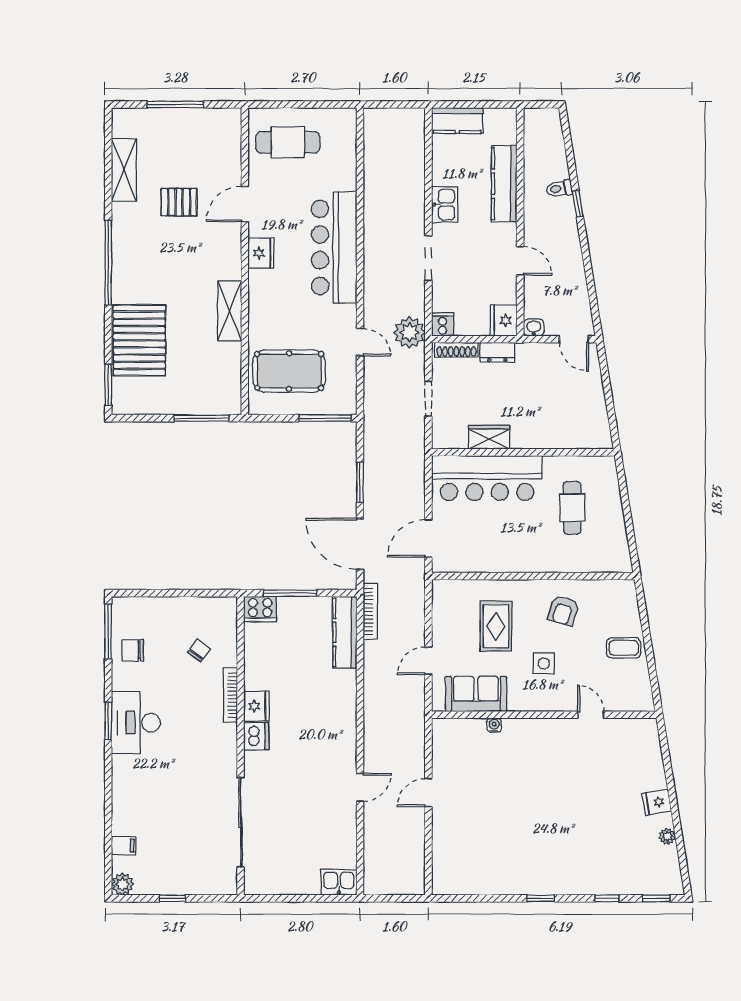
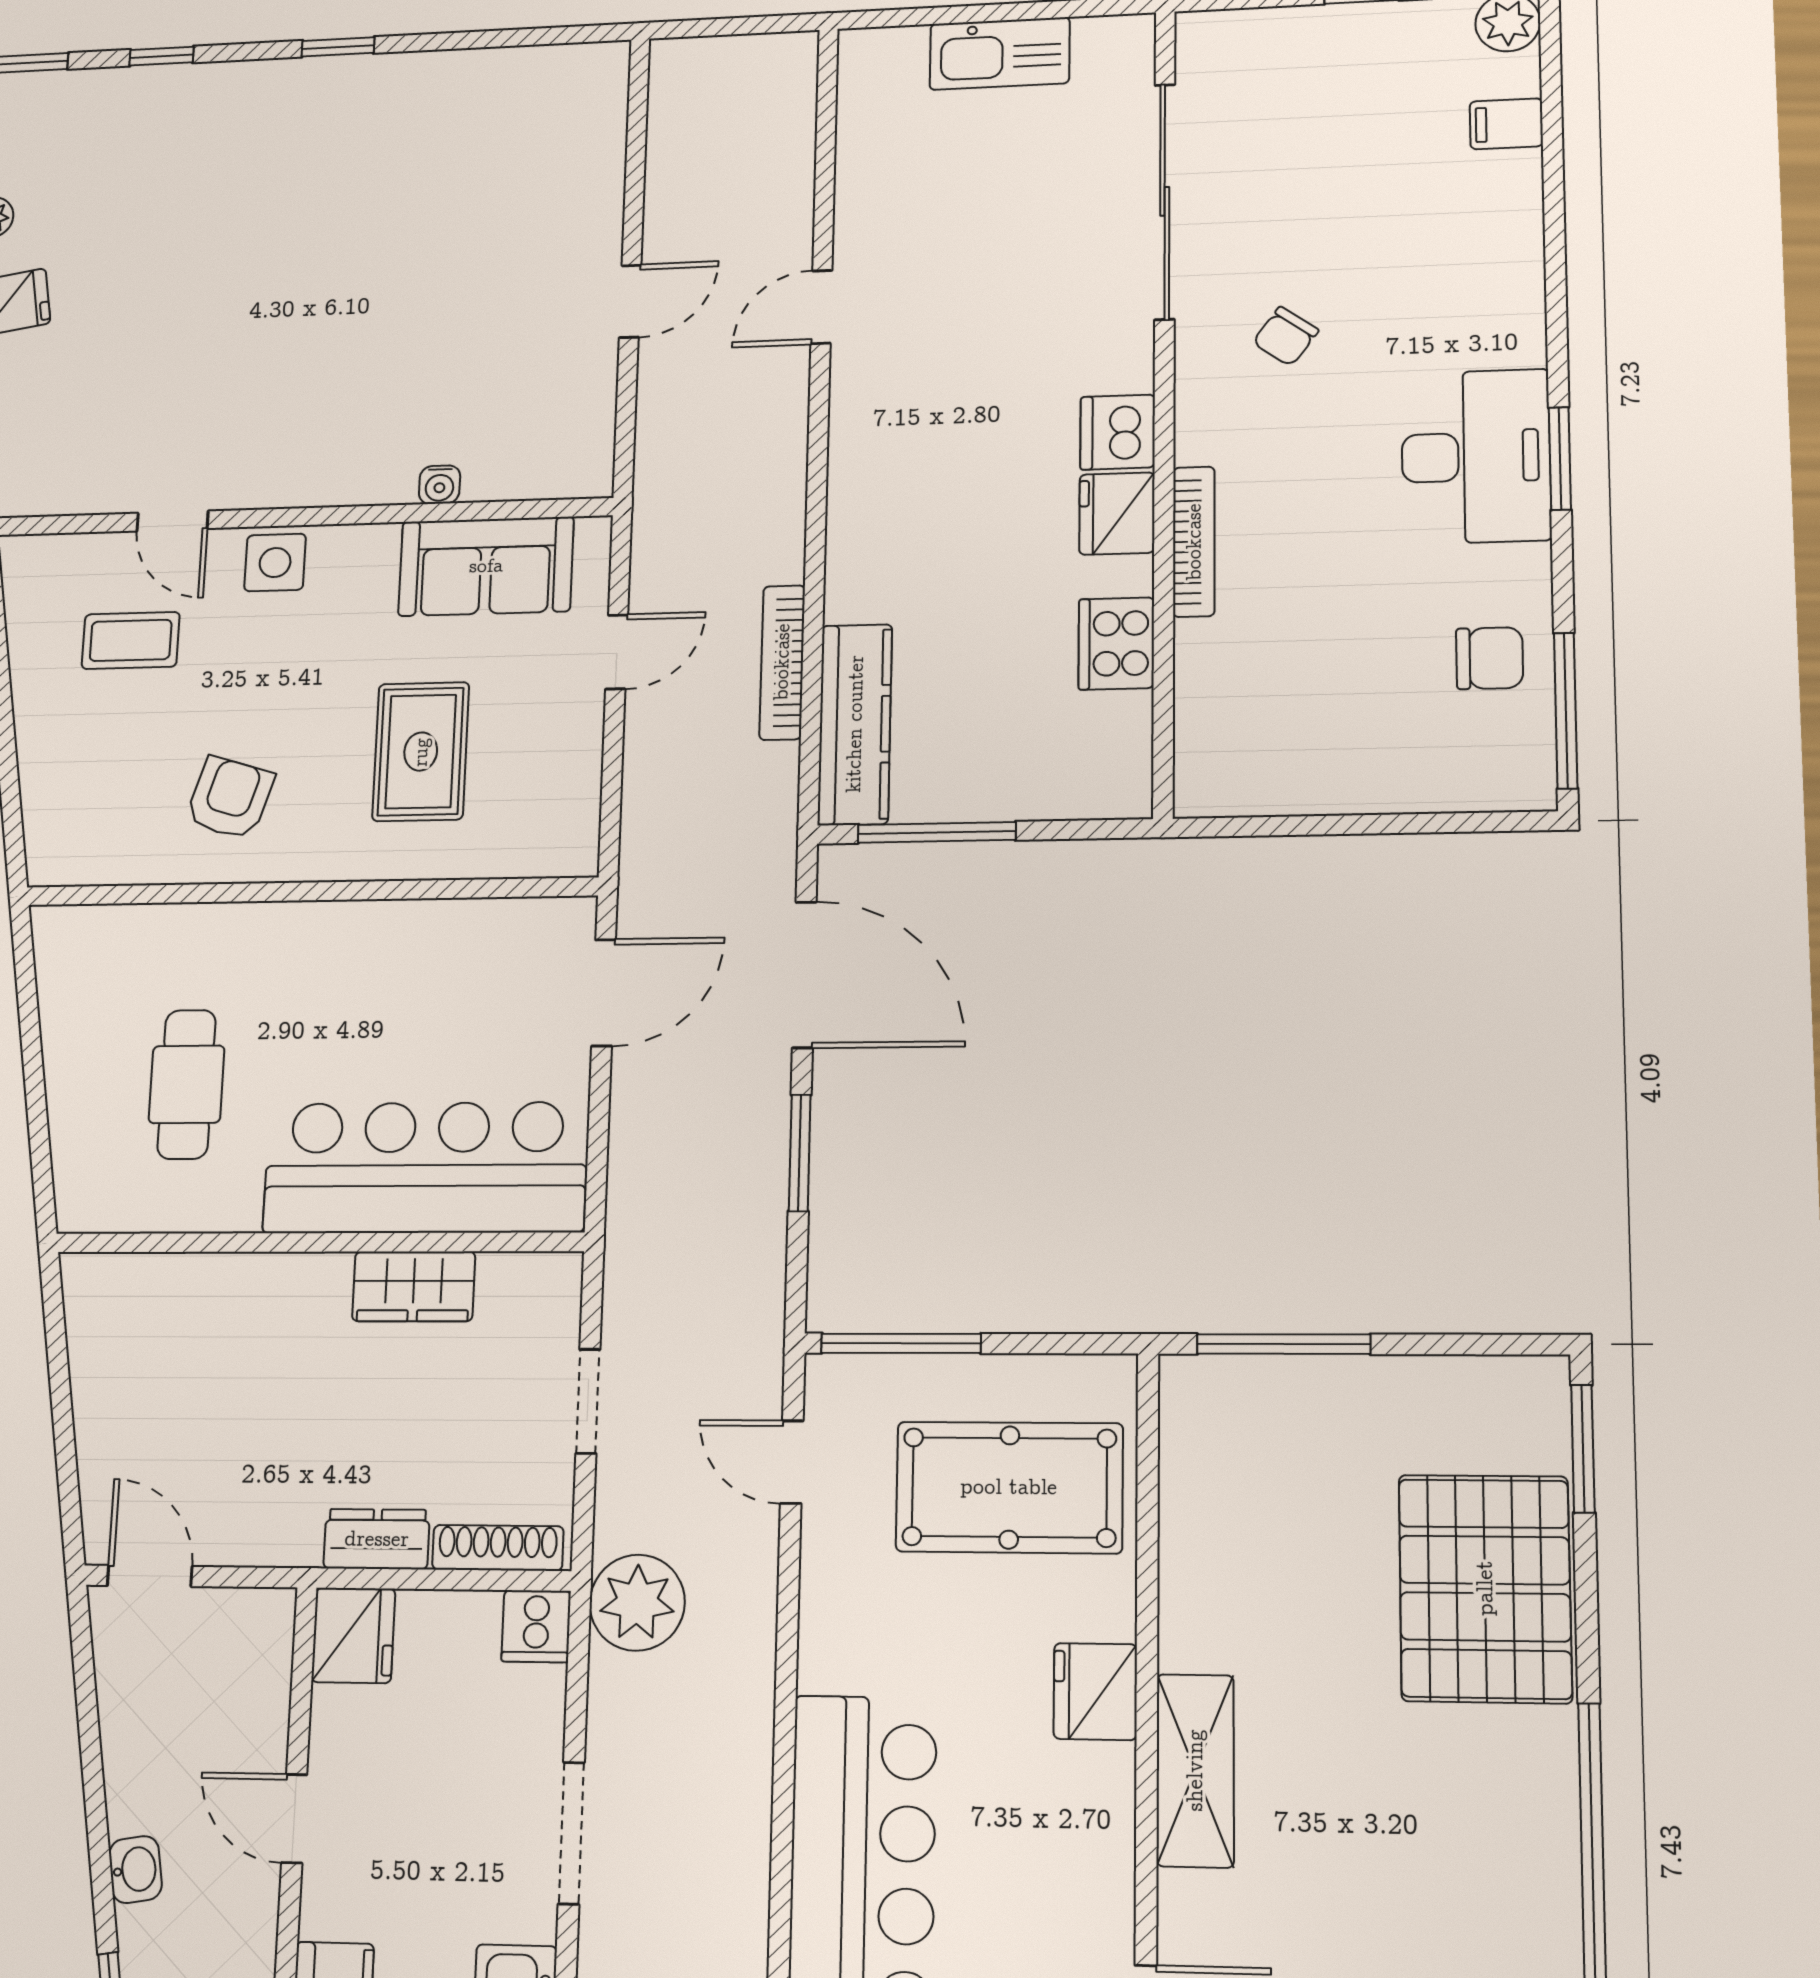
fridge: (261, 253) -> (1095, 1692), moved
shelving: (230, 311) -> (1195, 1770), moved
washbasin: (534, 328) -> (135, 1870), moved, turned -99
door: (360, 342) -> (792, 1462), moved
window: (290, 593) -> (937, 832), moved
cooker: (260, 609) -> (1116, 643), moved, turned -90
bookcase: (370, 611) -> (782, 662), moved
coffee table: (624, 648) -> (131, 640), moved
chair: (199, 650) -> (1286, 336), moved
side table: (544, 663) -> (275, 563), moved
kitchen sink: (339, 882) -> (1000, 54), moved, width x1.38

